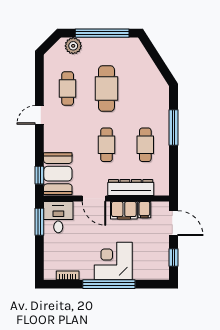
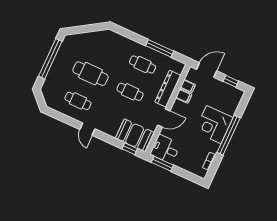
plant: (73, 46) -> (50, 83), removed
window: (173, 127) -> (160, 48), moved
filing cabinet: (124, 210) -> (184, 96), width x0.50

